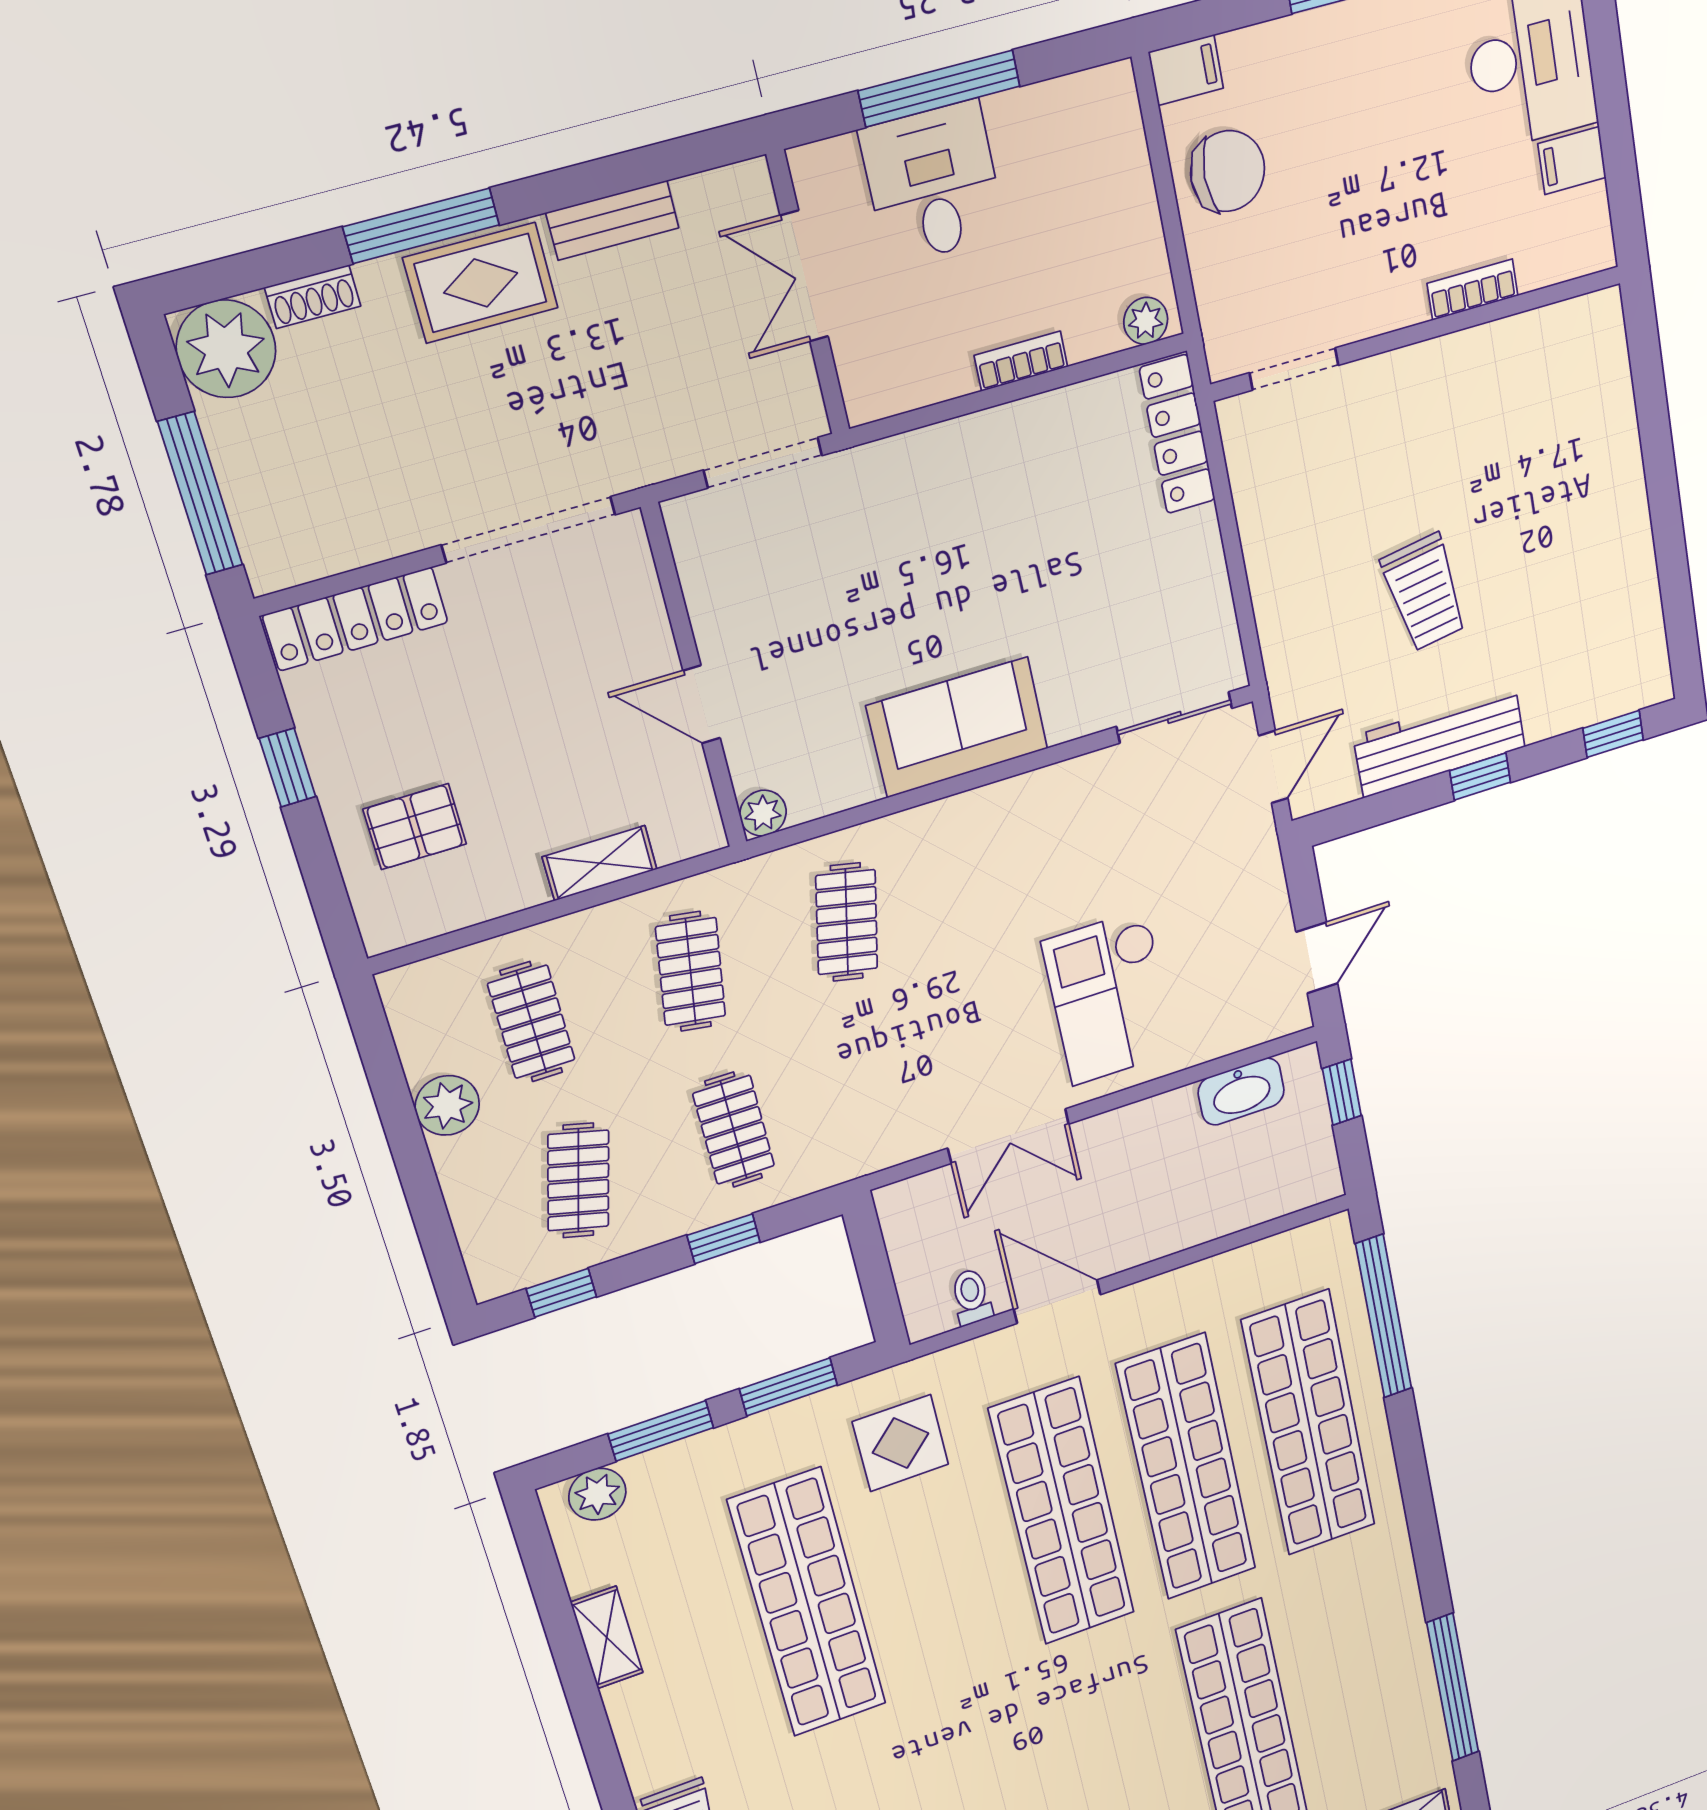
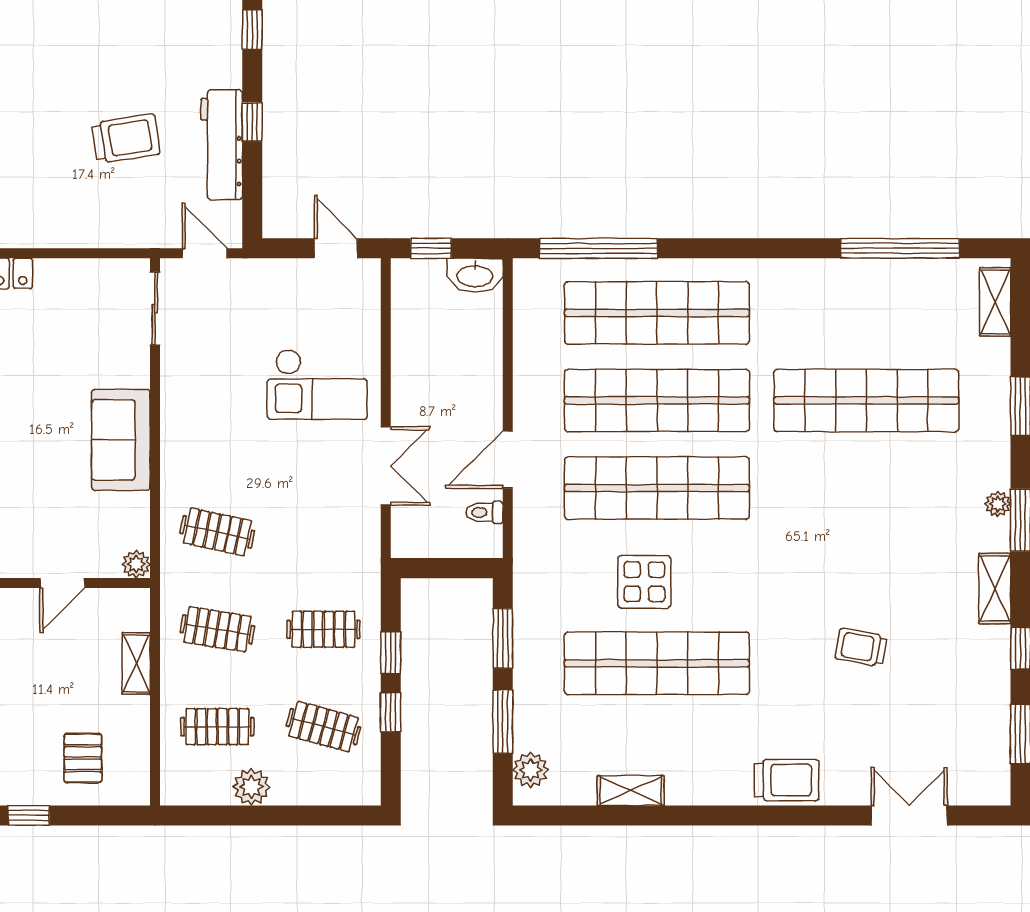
washbasin: (1241, 1092) -> (475, 275), moved, turned 90
window: (561, 1293) -> (391, 712), moved
display table: (901, 1443) -> (644, 582), moved

